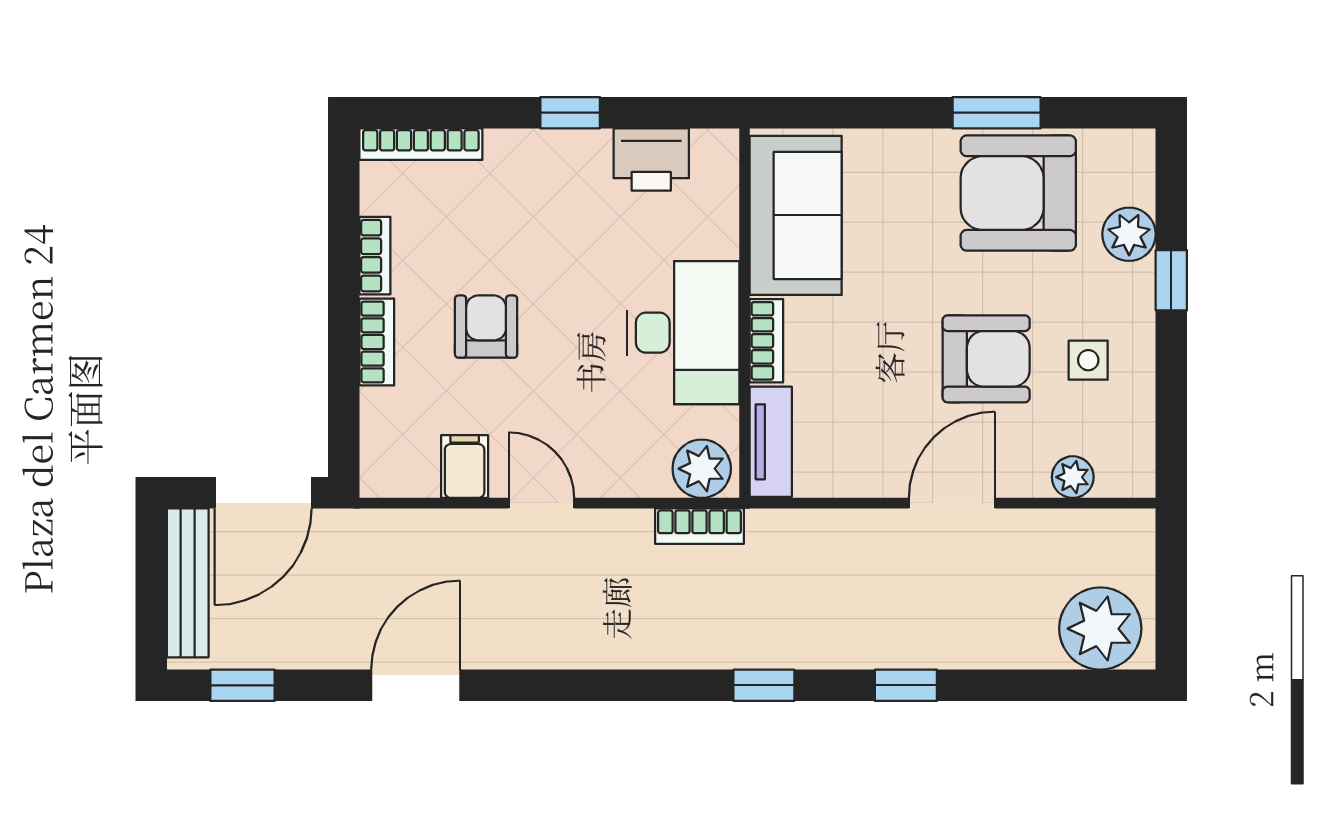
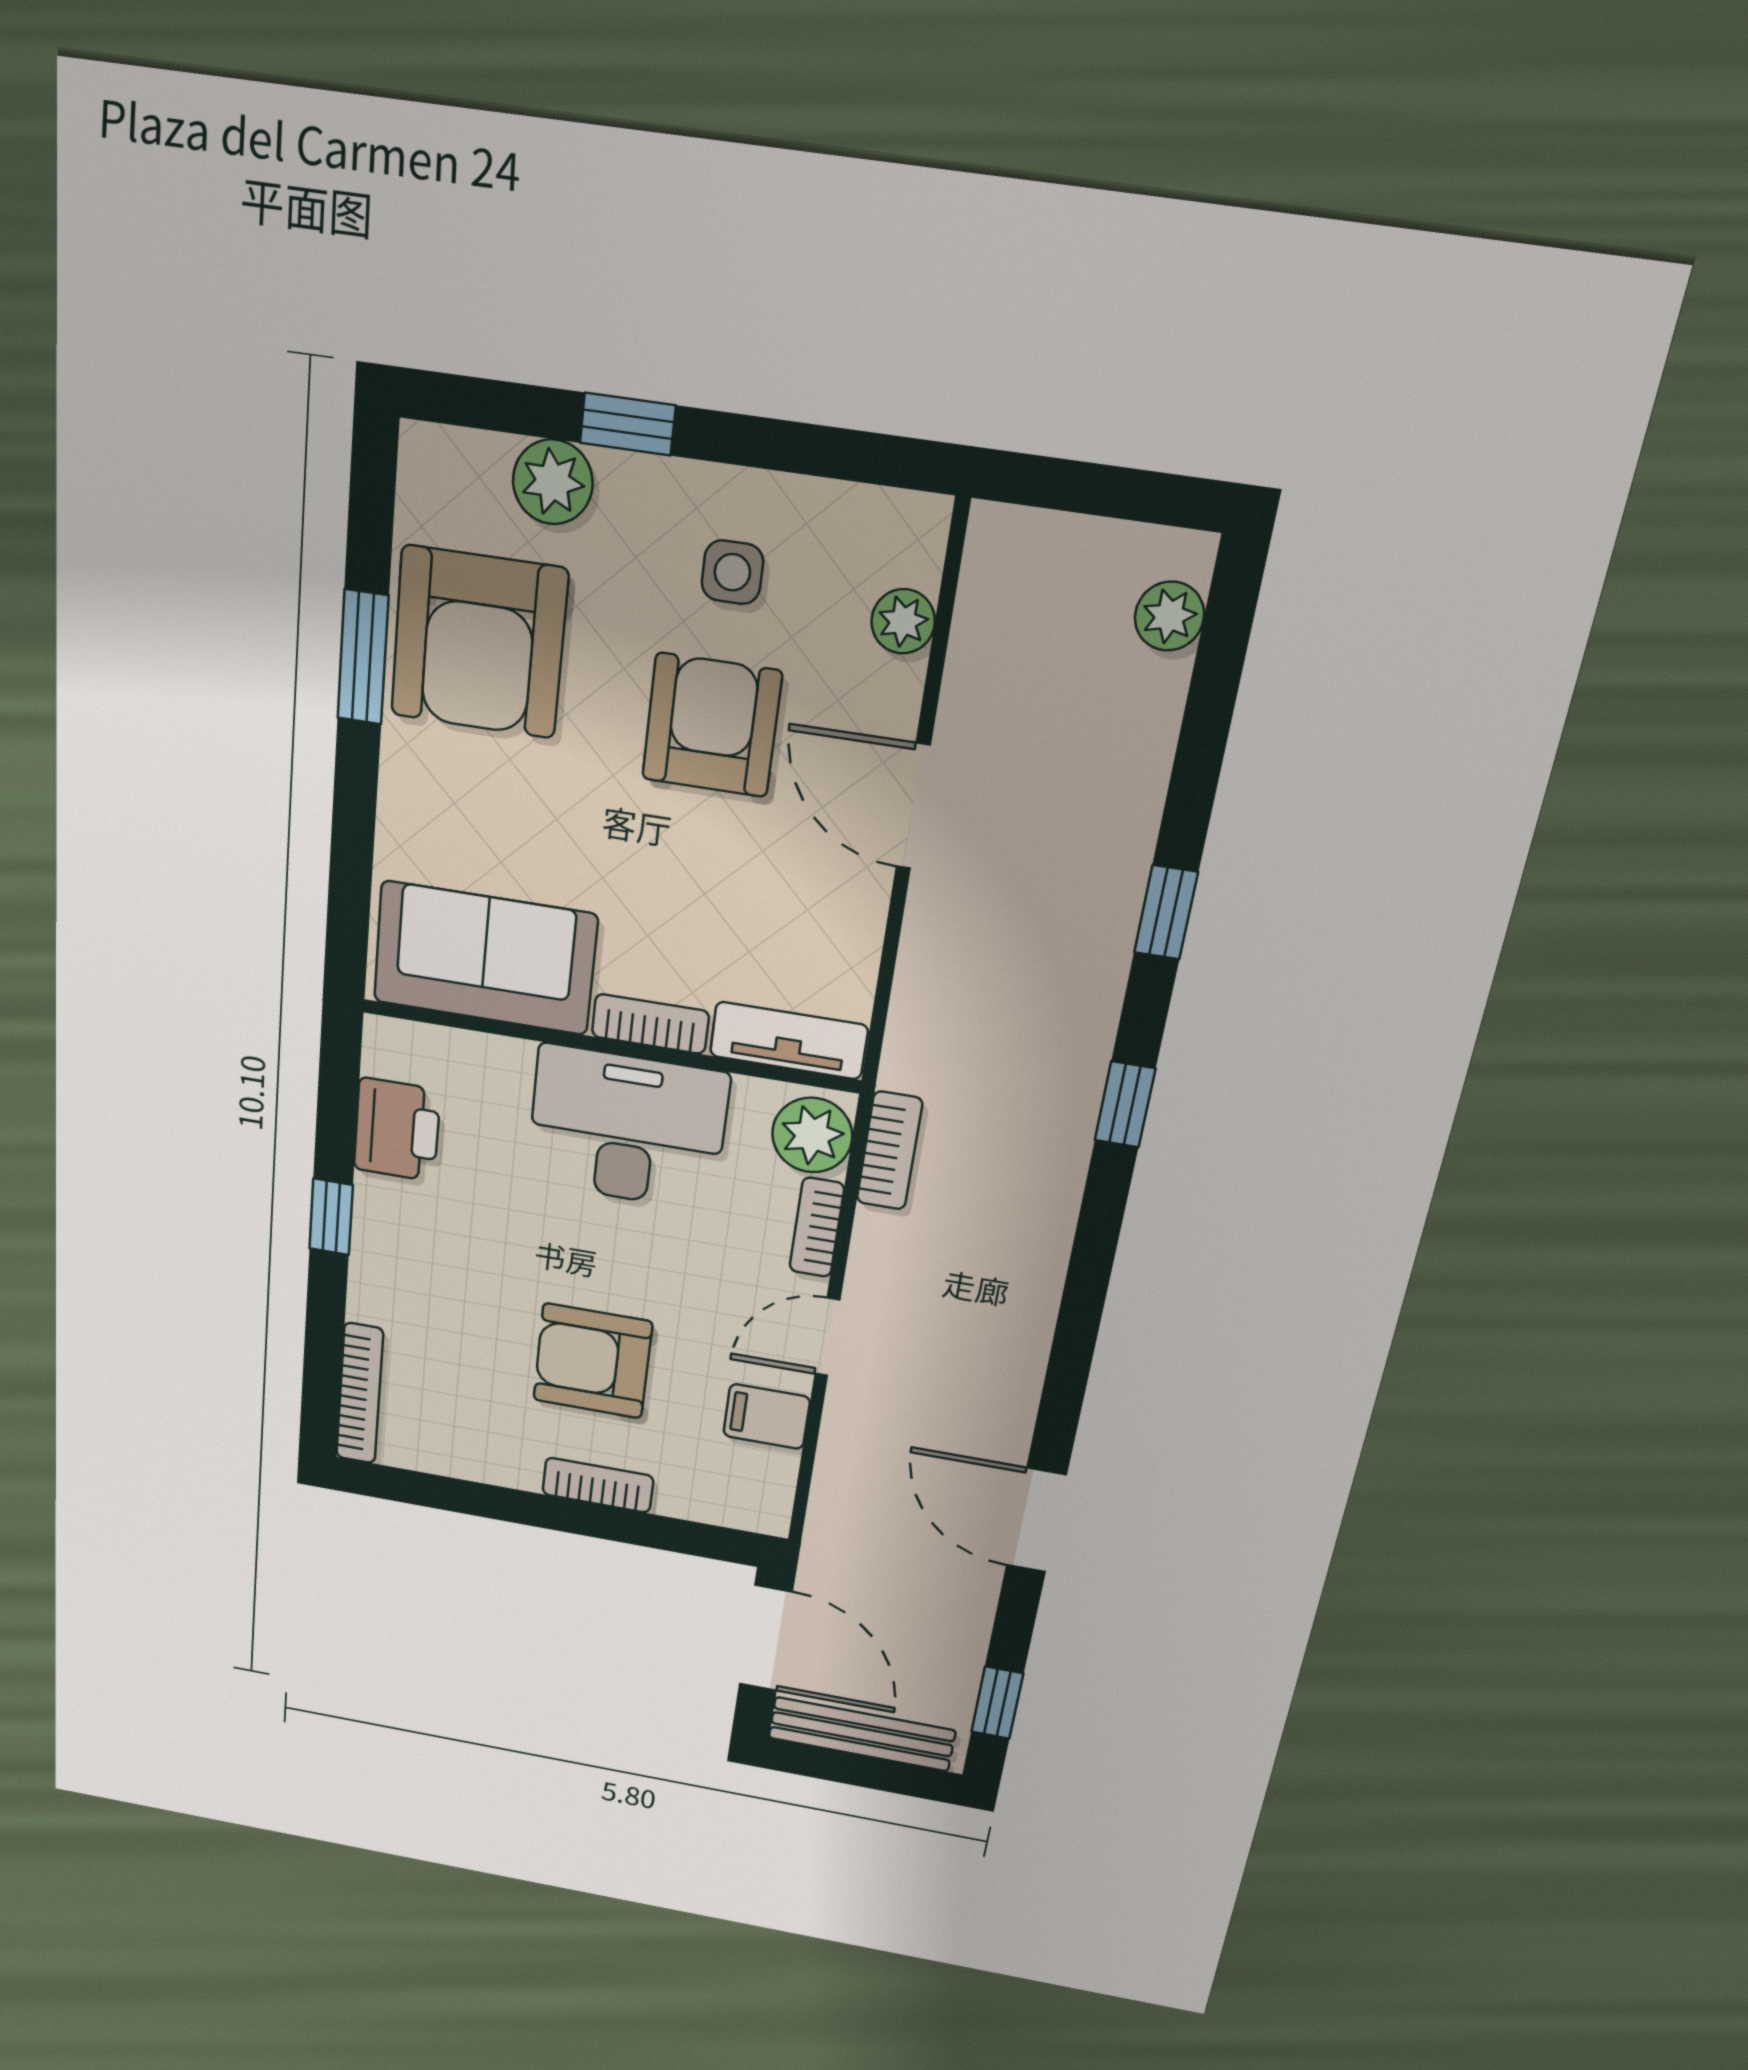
bookcase: (375, 256) -> (817, 1227), moved, turned -90
armchair: (486, 327) -> (593, 1361), width x1.38, depth x1.38
plant: (1100, 629) -> (1169, 616), width x0.53, depth x0.53

